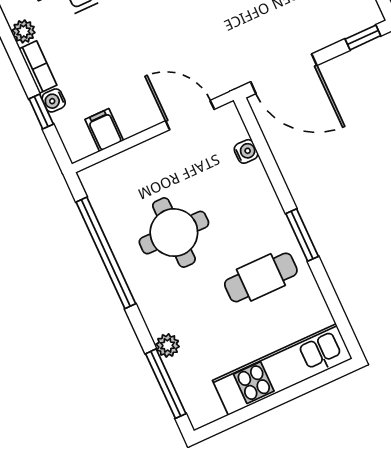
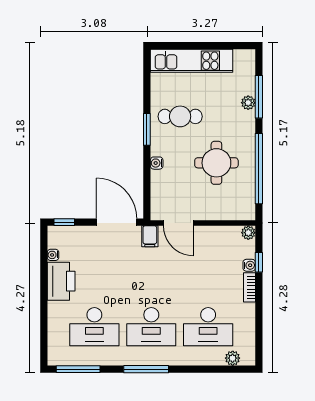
plant: (24, 31) -> (248, 233), moved
filing cabinet: (104, 130) -> (150, 236), moved
water cooler: (246, 151) -> (157, 163), moved
window: (166, 384) -> (259, 97), moved

